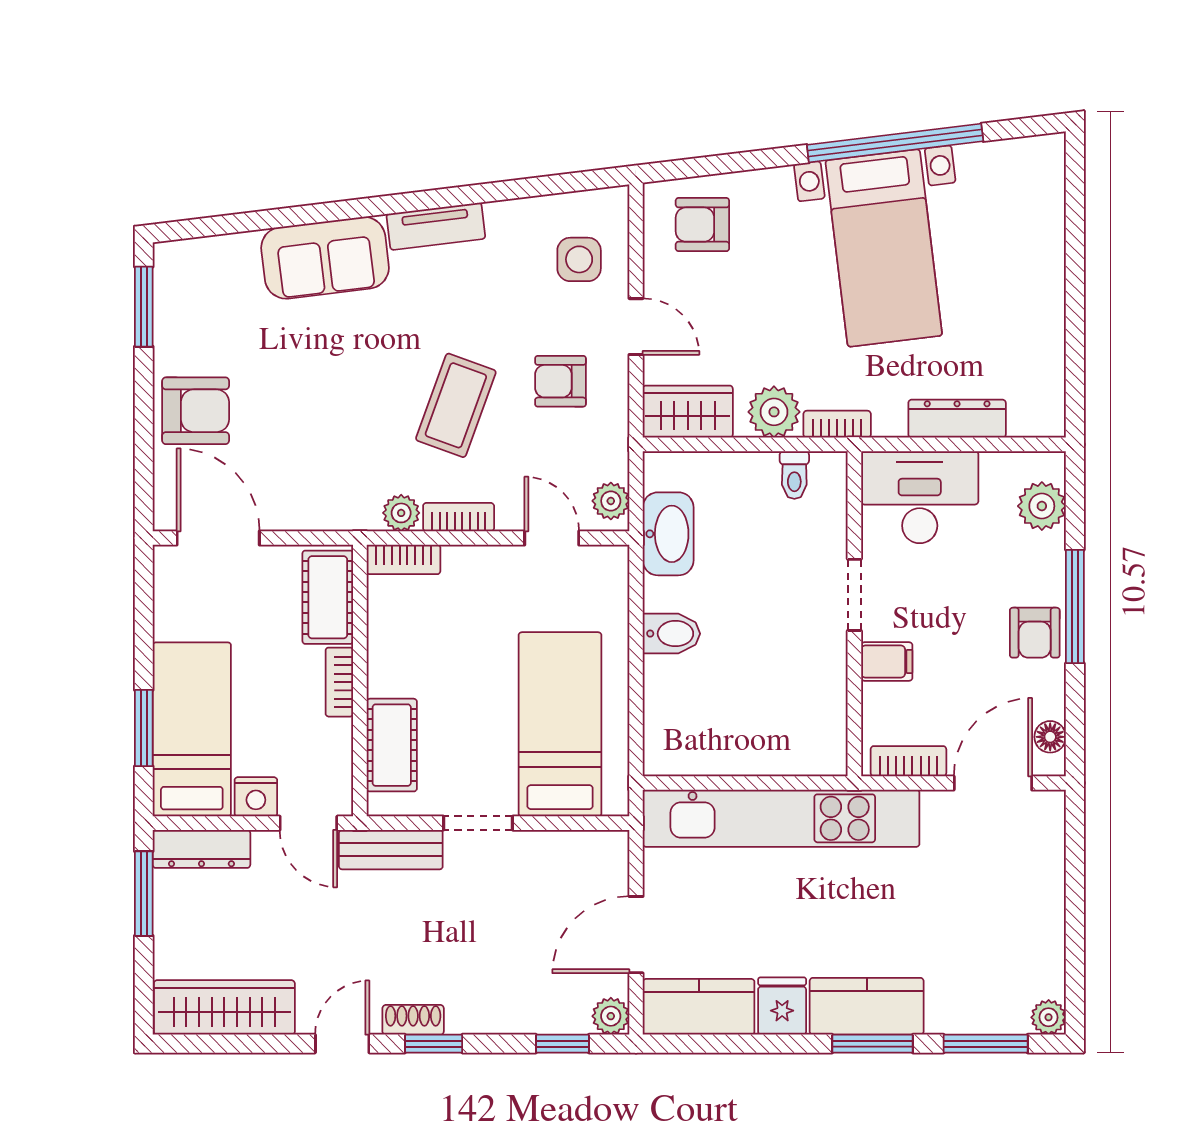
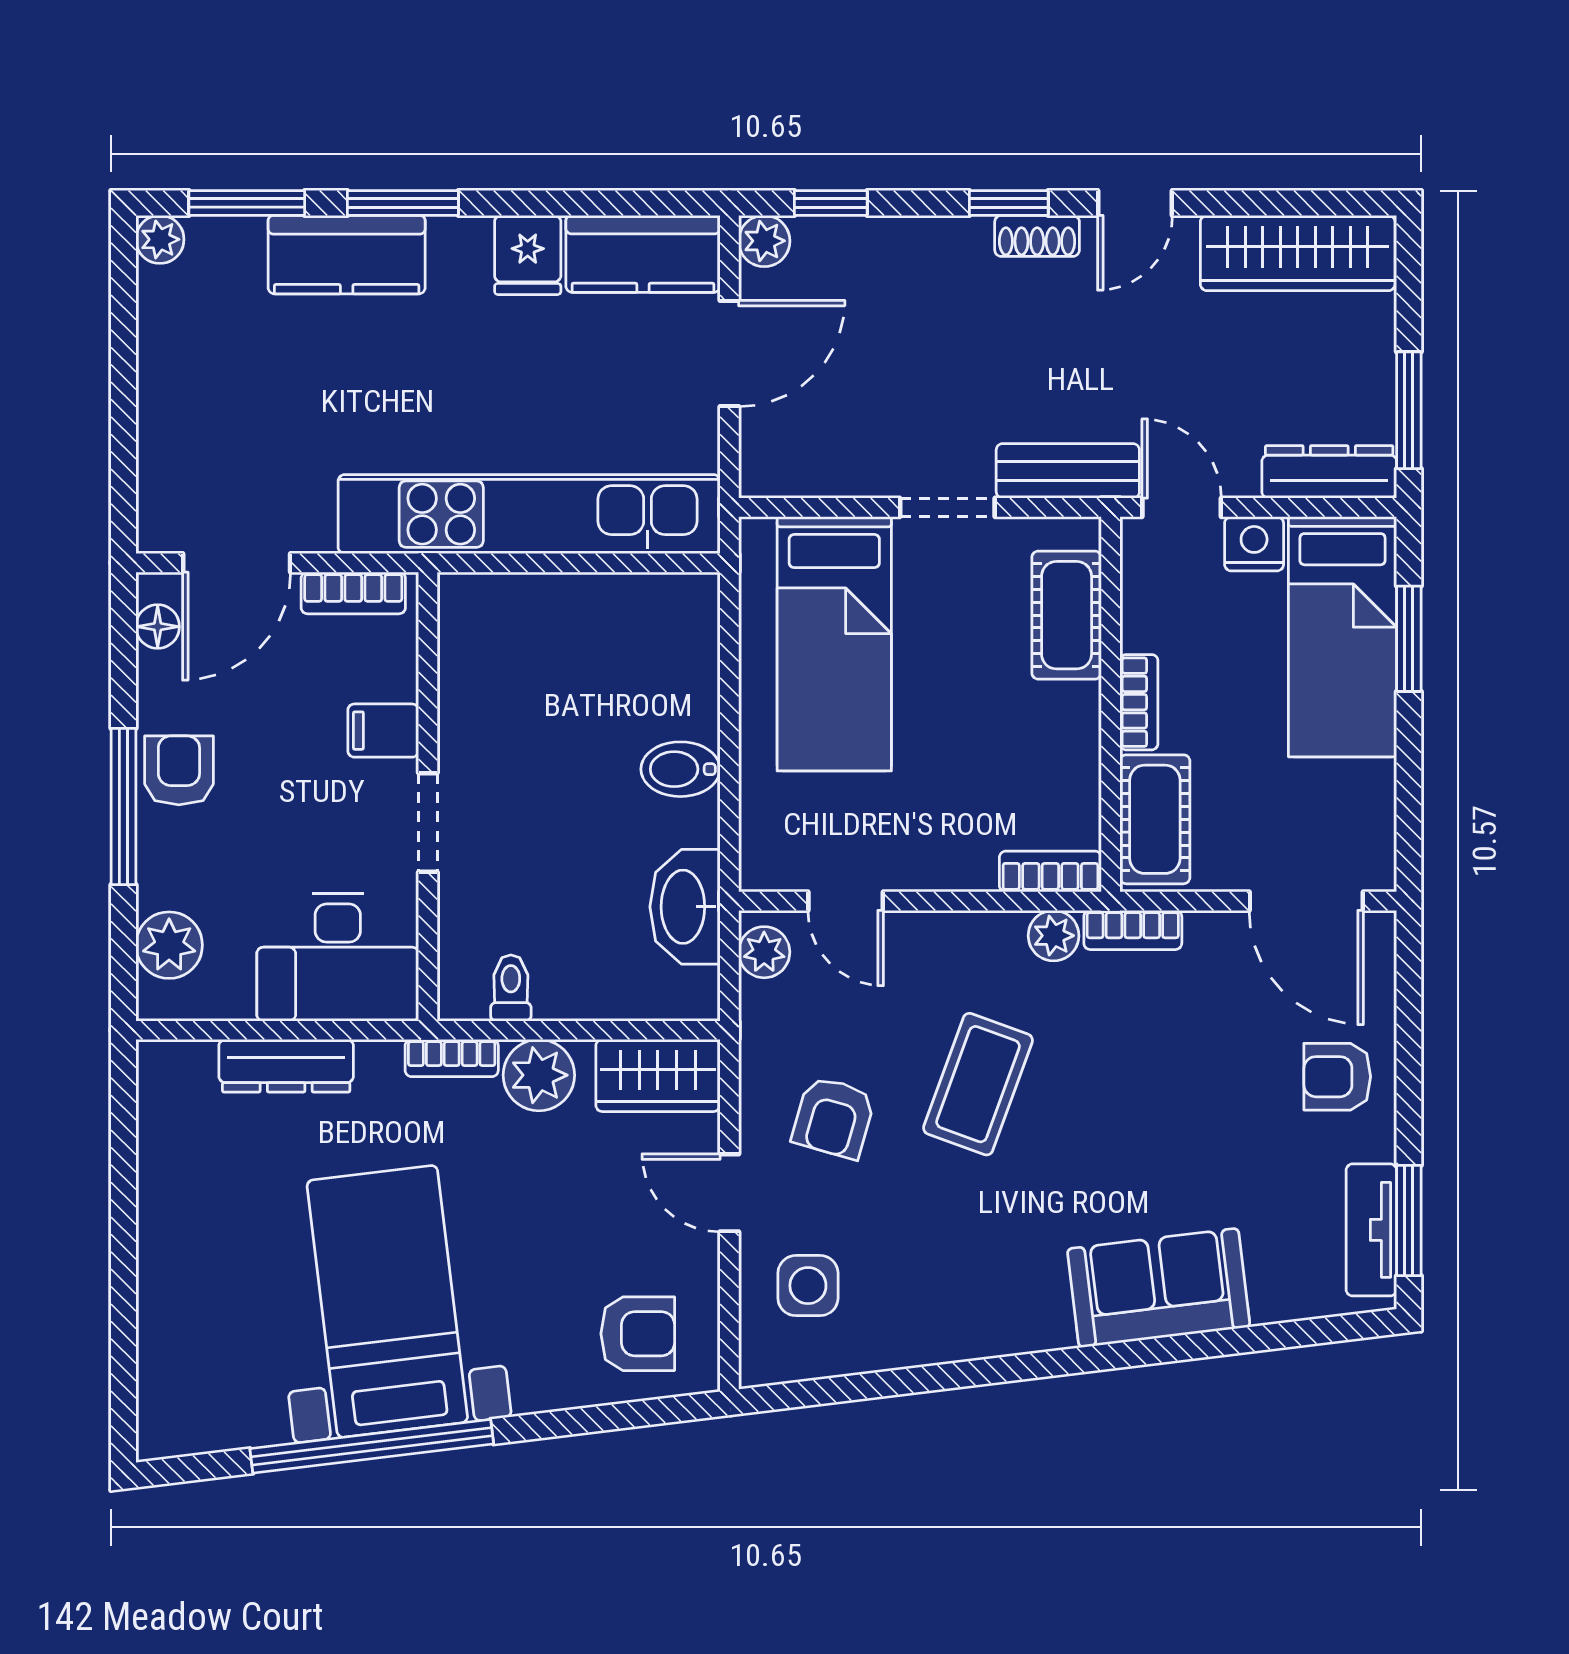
tv unit: (436, 226) -> (1371, 1230), moved, turned -83
armchair: (561, 381) -> (834, 1117), turned 106
armchair: (196, 411) -> (1337, 1077), width x0.72, depth x0.72
bookcase: (459, 517) -> (1133, 930), moved
kitchen counter: (867, 1006) -> (347, 255), moved

